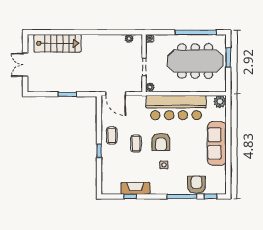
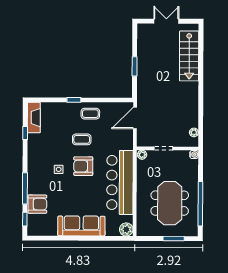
meeting table: (195, 61) -> (170, 203), width x0.73
fireplace: (135, 188) -> (34, 117), moved

